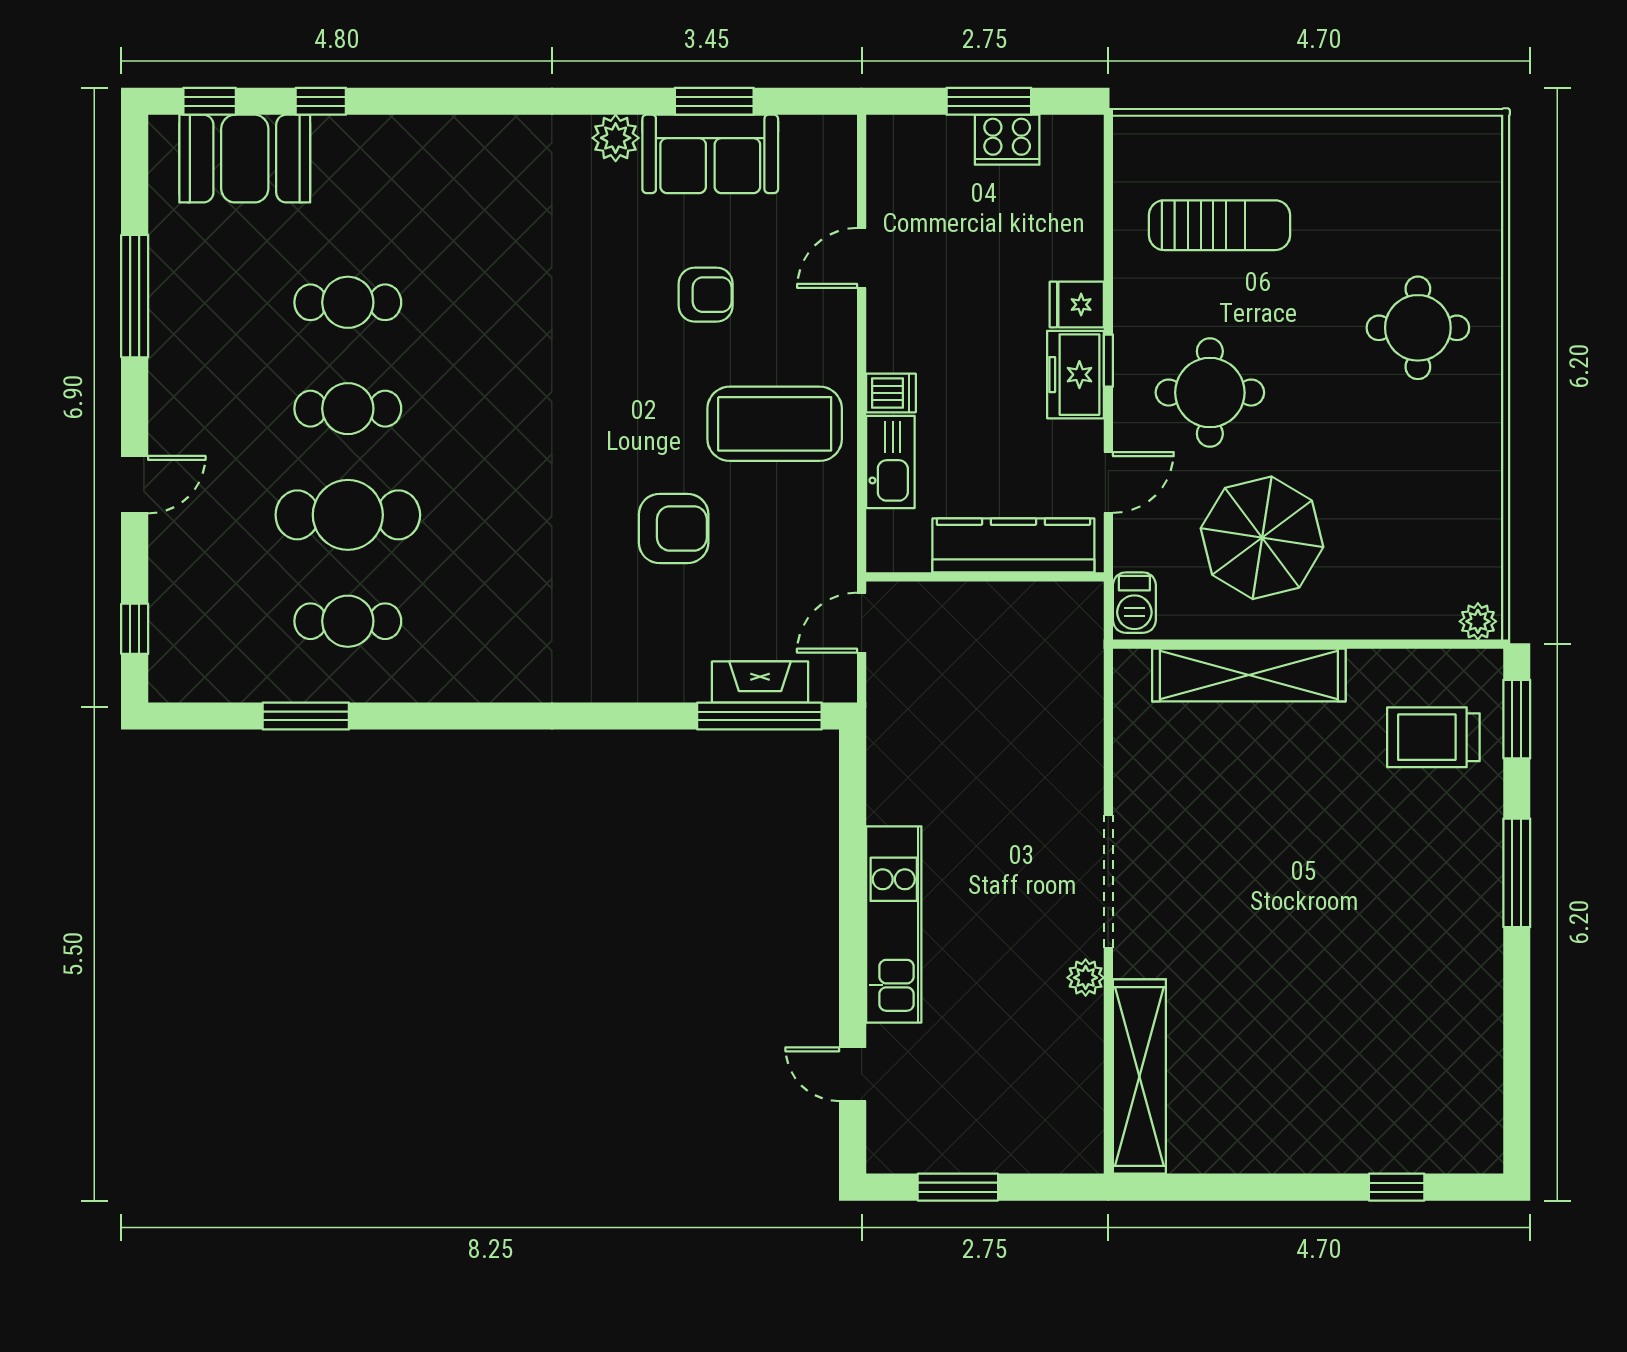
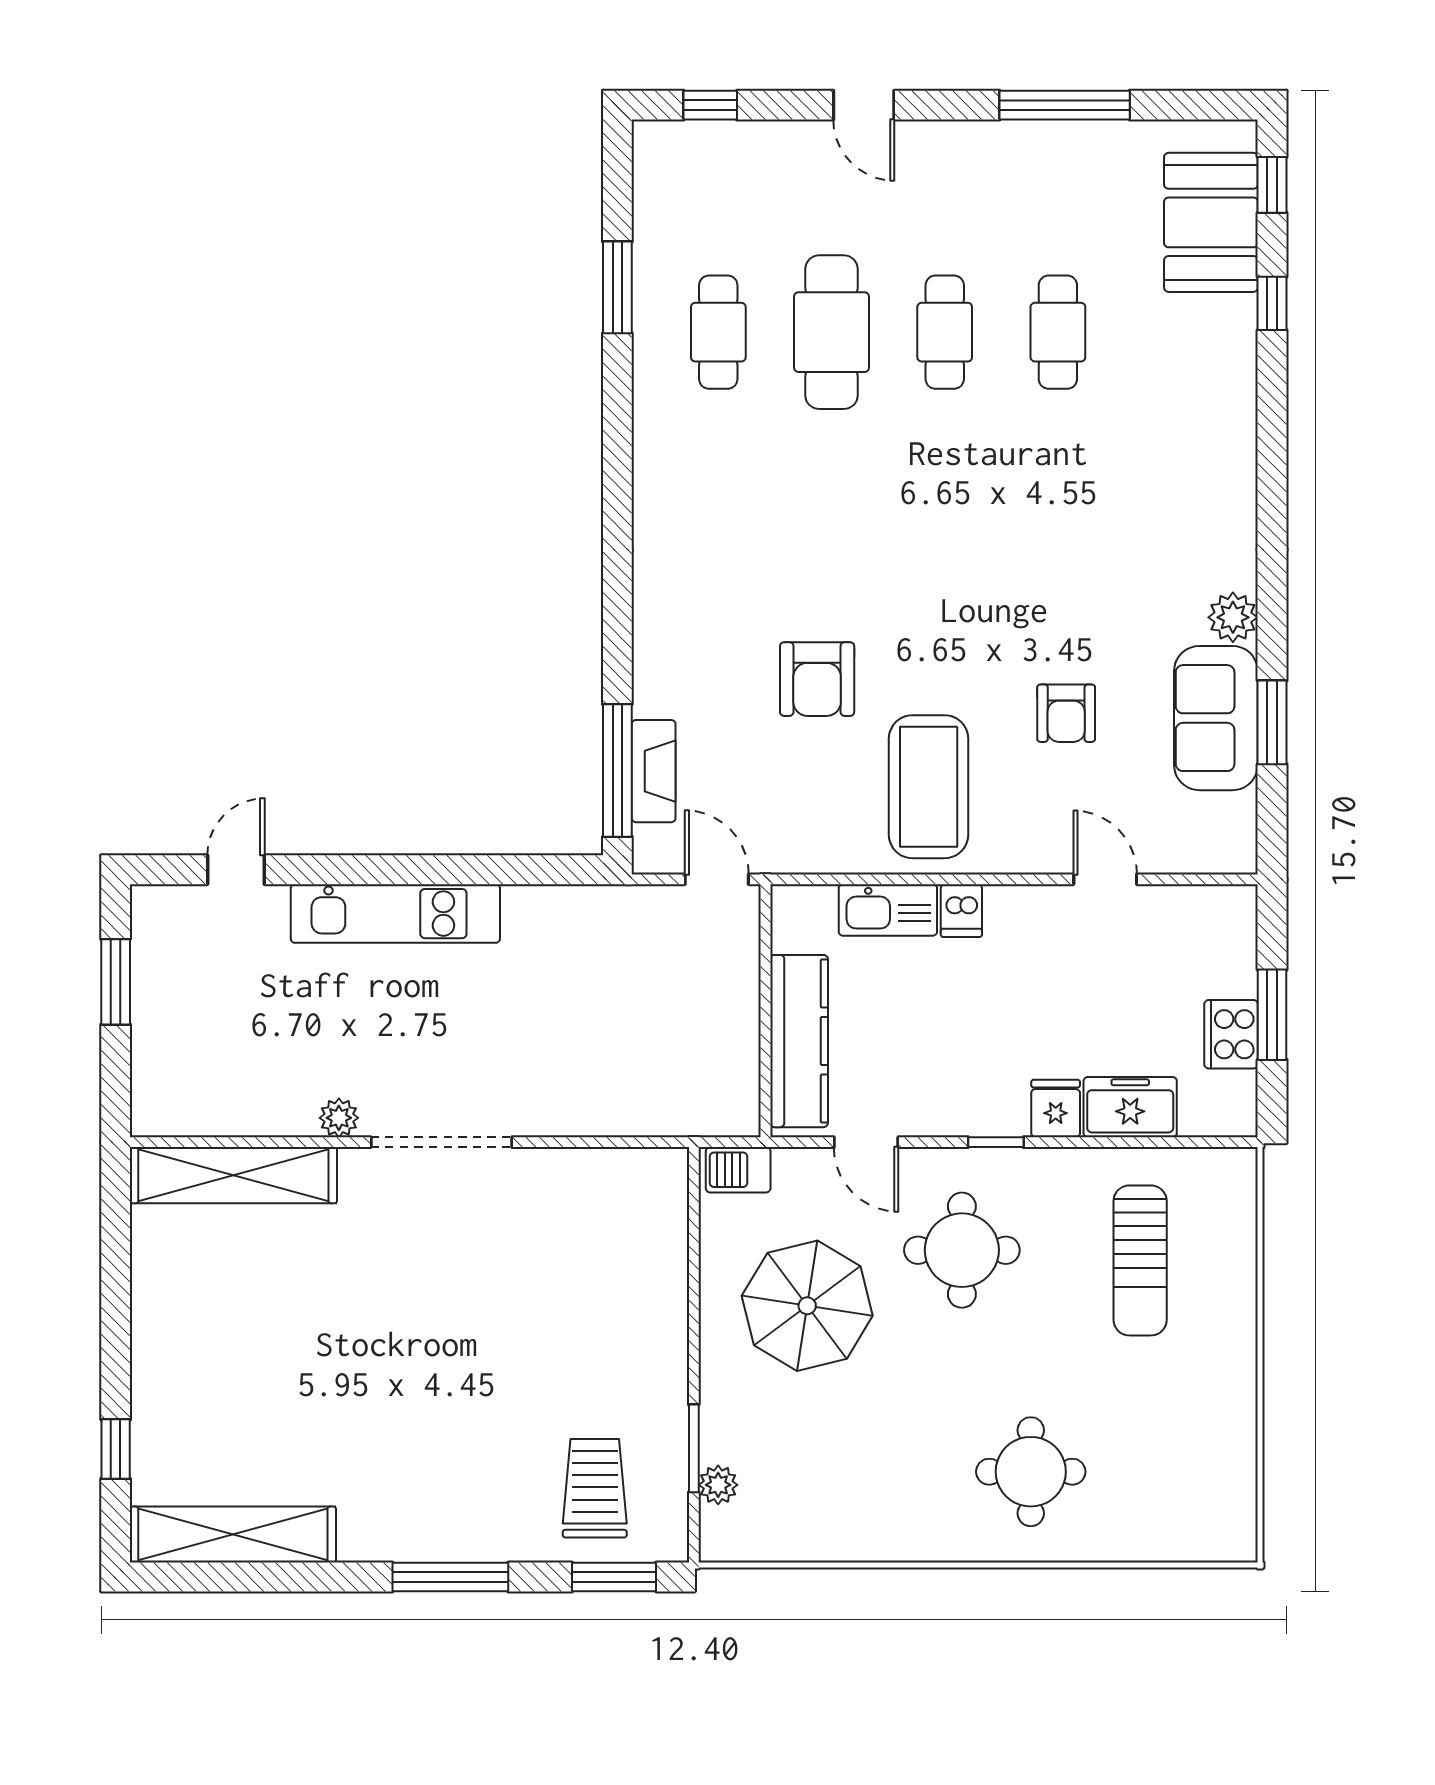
freezer: (1075, 375) -> (1130, 1107), moved
plant: (1478, 621) -> (718, 1485), moved
window: (1396, 644) -> (694, 1448), added
shelving: (1249, 675) -> (233, 1535), moved, turned 90

